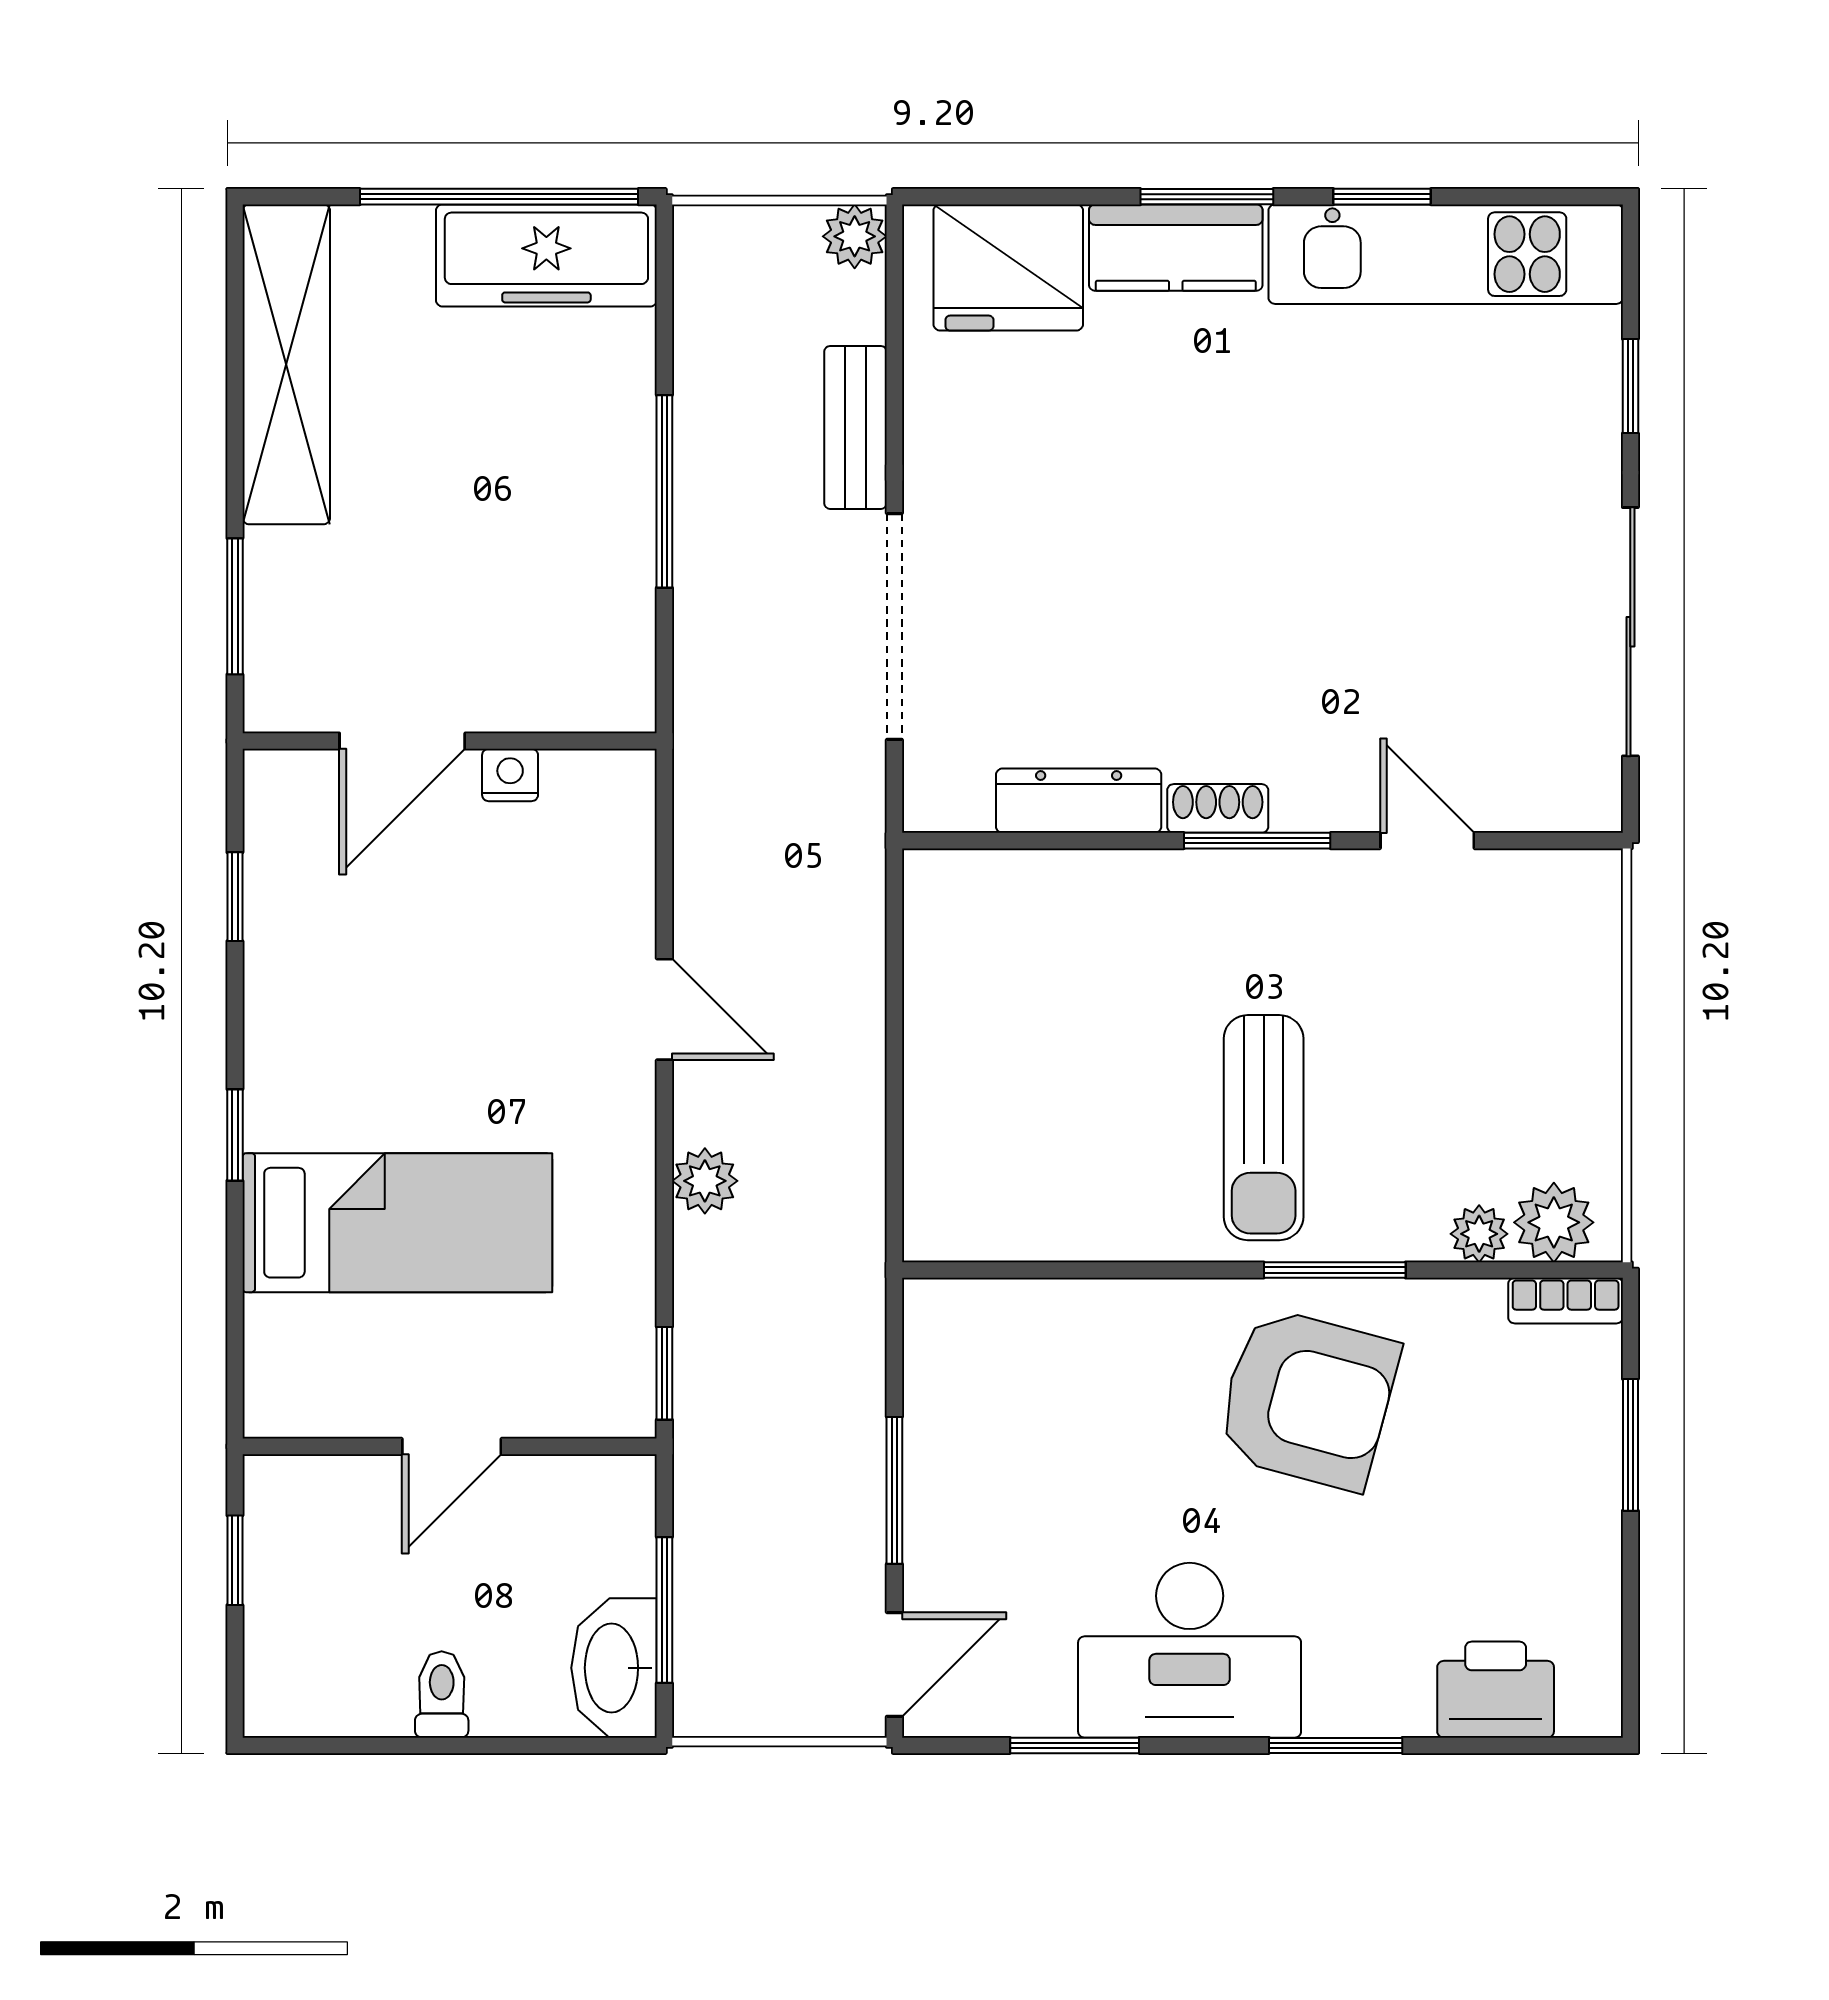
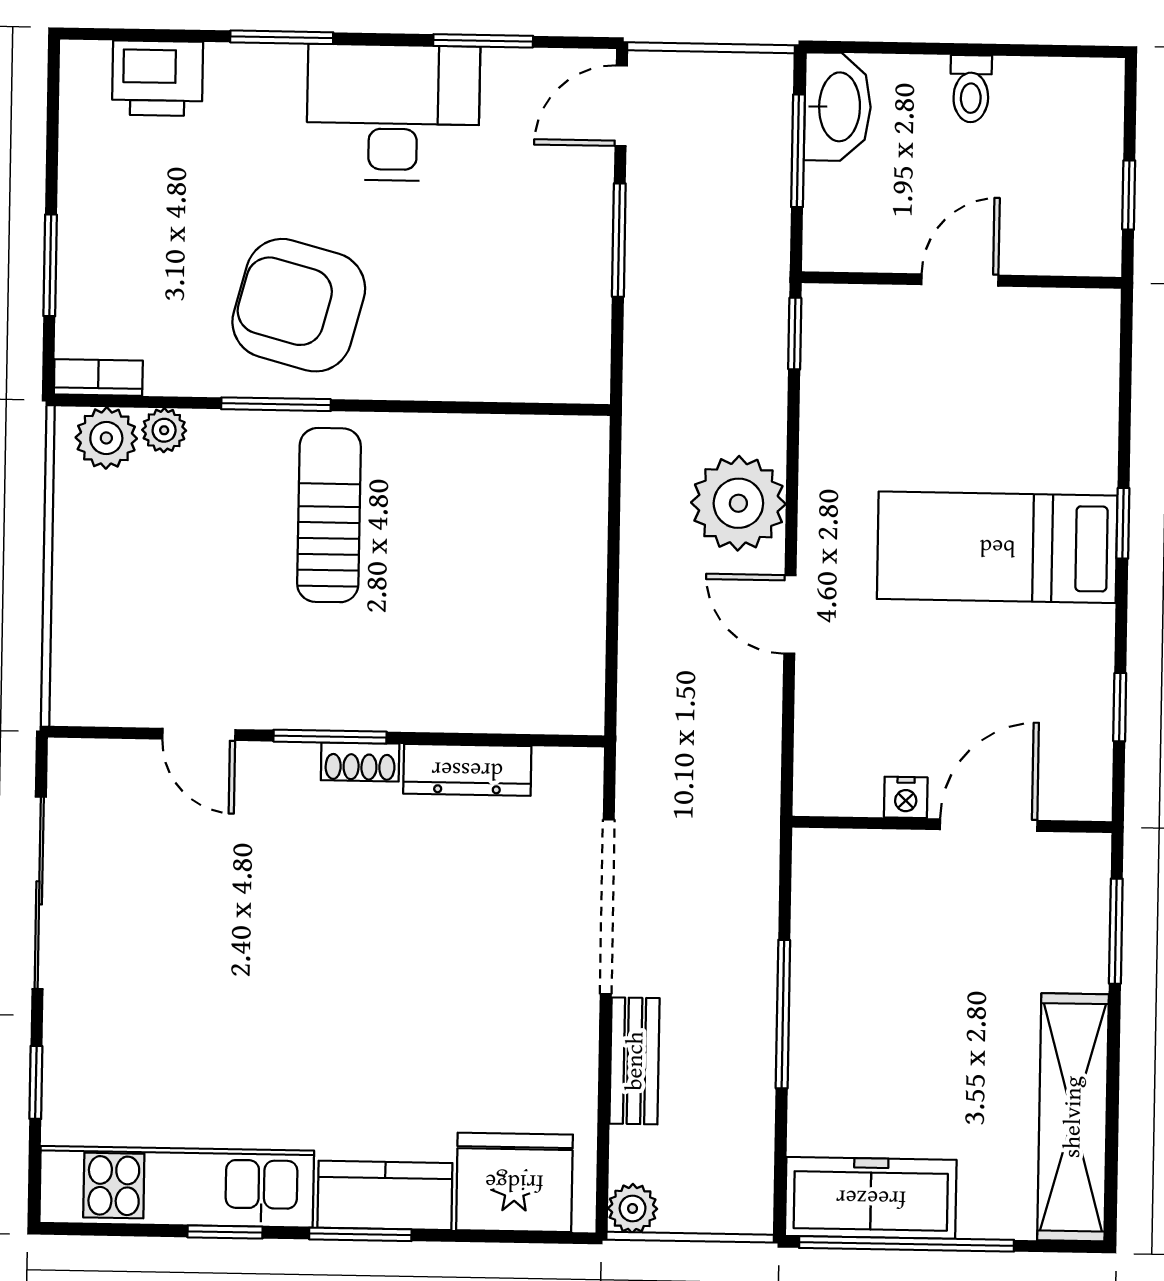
plant: (705, 1181) -> (738, 503), width x1.88, depth x1.88
bed: (397, 1223) -> (997, 547), moved

